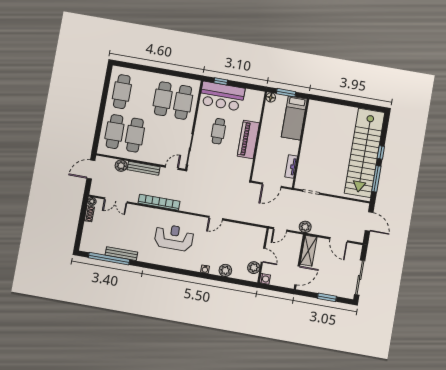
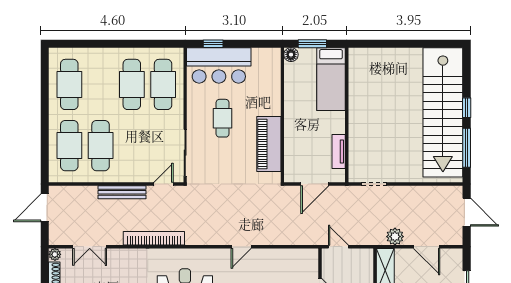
piano: (248, 139) -> (269, 144), moved
plant: (121, 166) -> (88, 194), removed
plant: (305, 227) -> (395, 237), moved
door: (280, 229) -> (338, 247), swing flipped

